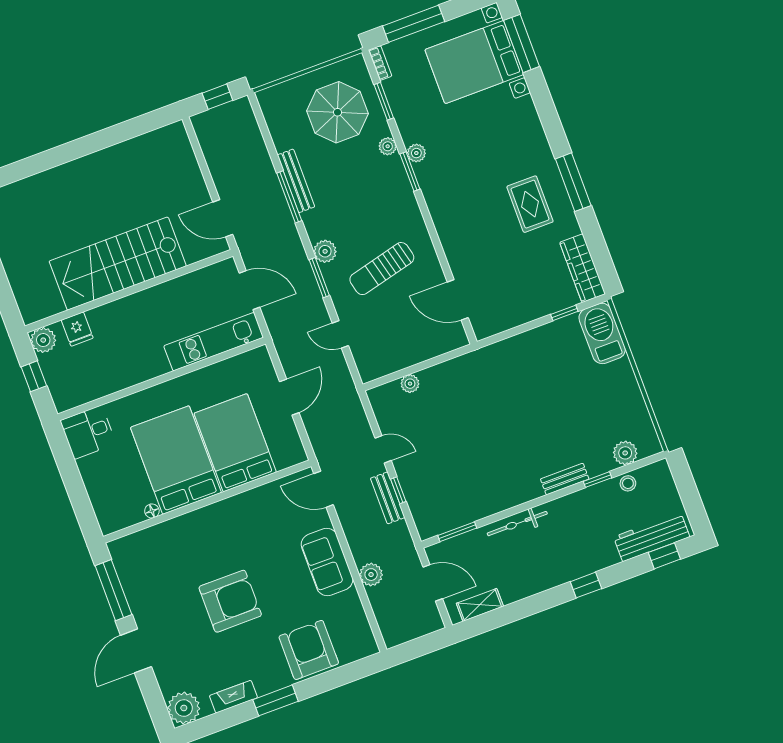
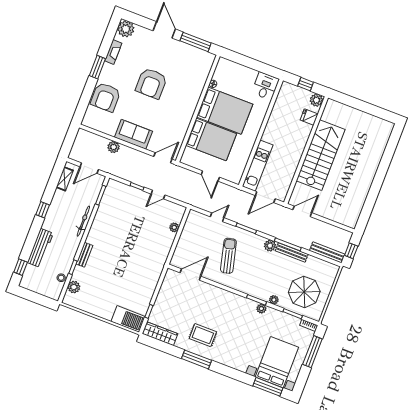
plant: (325, 251) -> (270, 246), moved
bench: (388, 498) -> (327, 252), moved, width x1.36
workbench: (652, 537) -> (40, 248), moved
window: (586, 585) -> (43, 210), moved
armchair: (309, 650) -> (106, 97), turned 90

